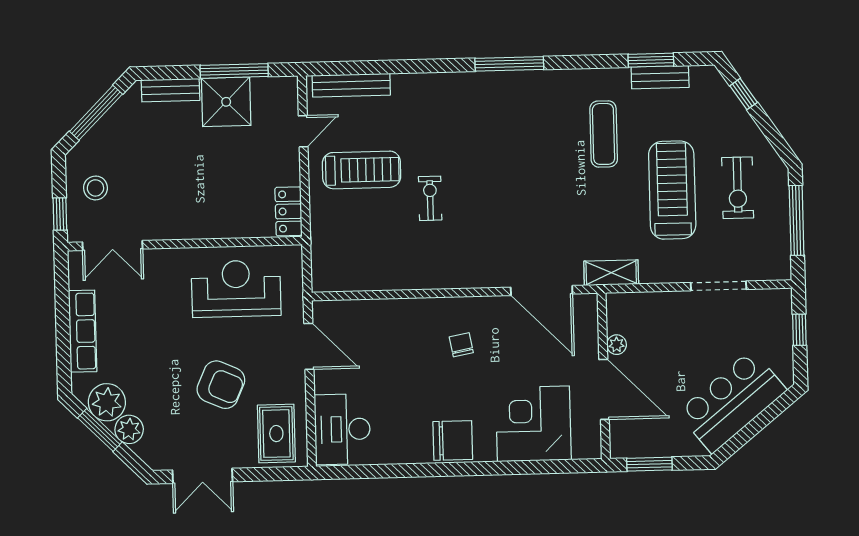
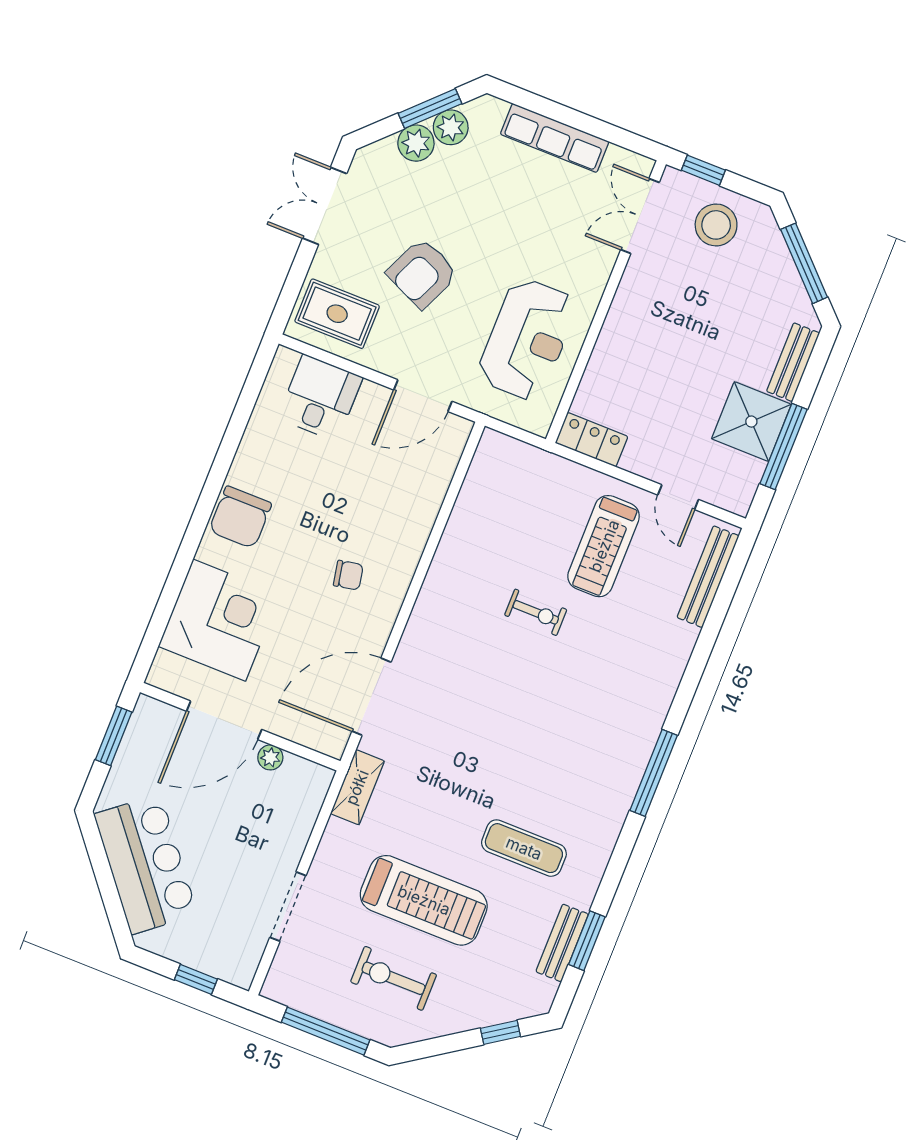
stool: (95, 188) -> (716, 225), width x1.38, depth x1.38
plant: (107, 402) -> (451, 127), width x0.73, depth x0.73
desk: (342, 429) -> (320, 398), width x0.73

